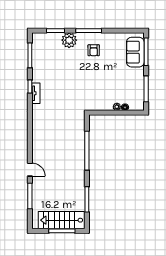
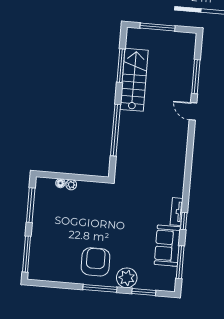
armchair: (94, 50) -> (96, 262), width x1.88, depth x1.88
sofa: (135, 52) -> (167, 246), moved, turned 180
stairs: (62, 220) -> (134, 80), moved, turned -90

